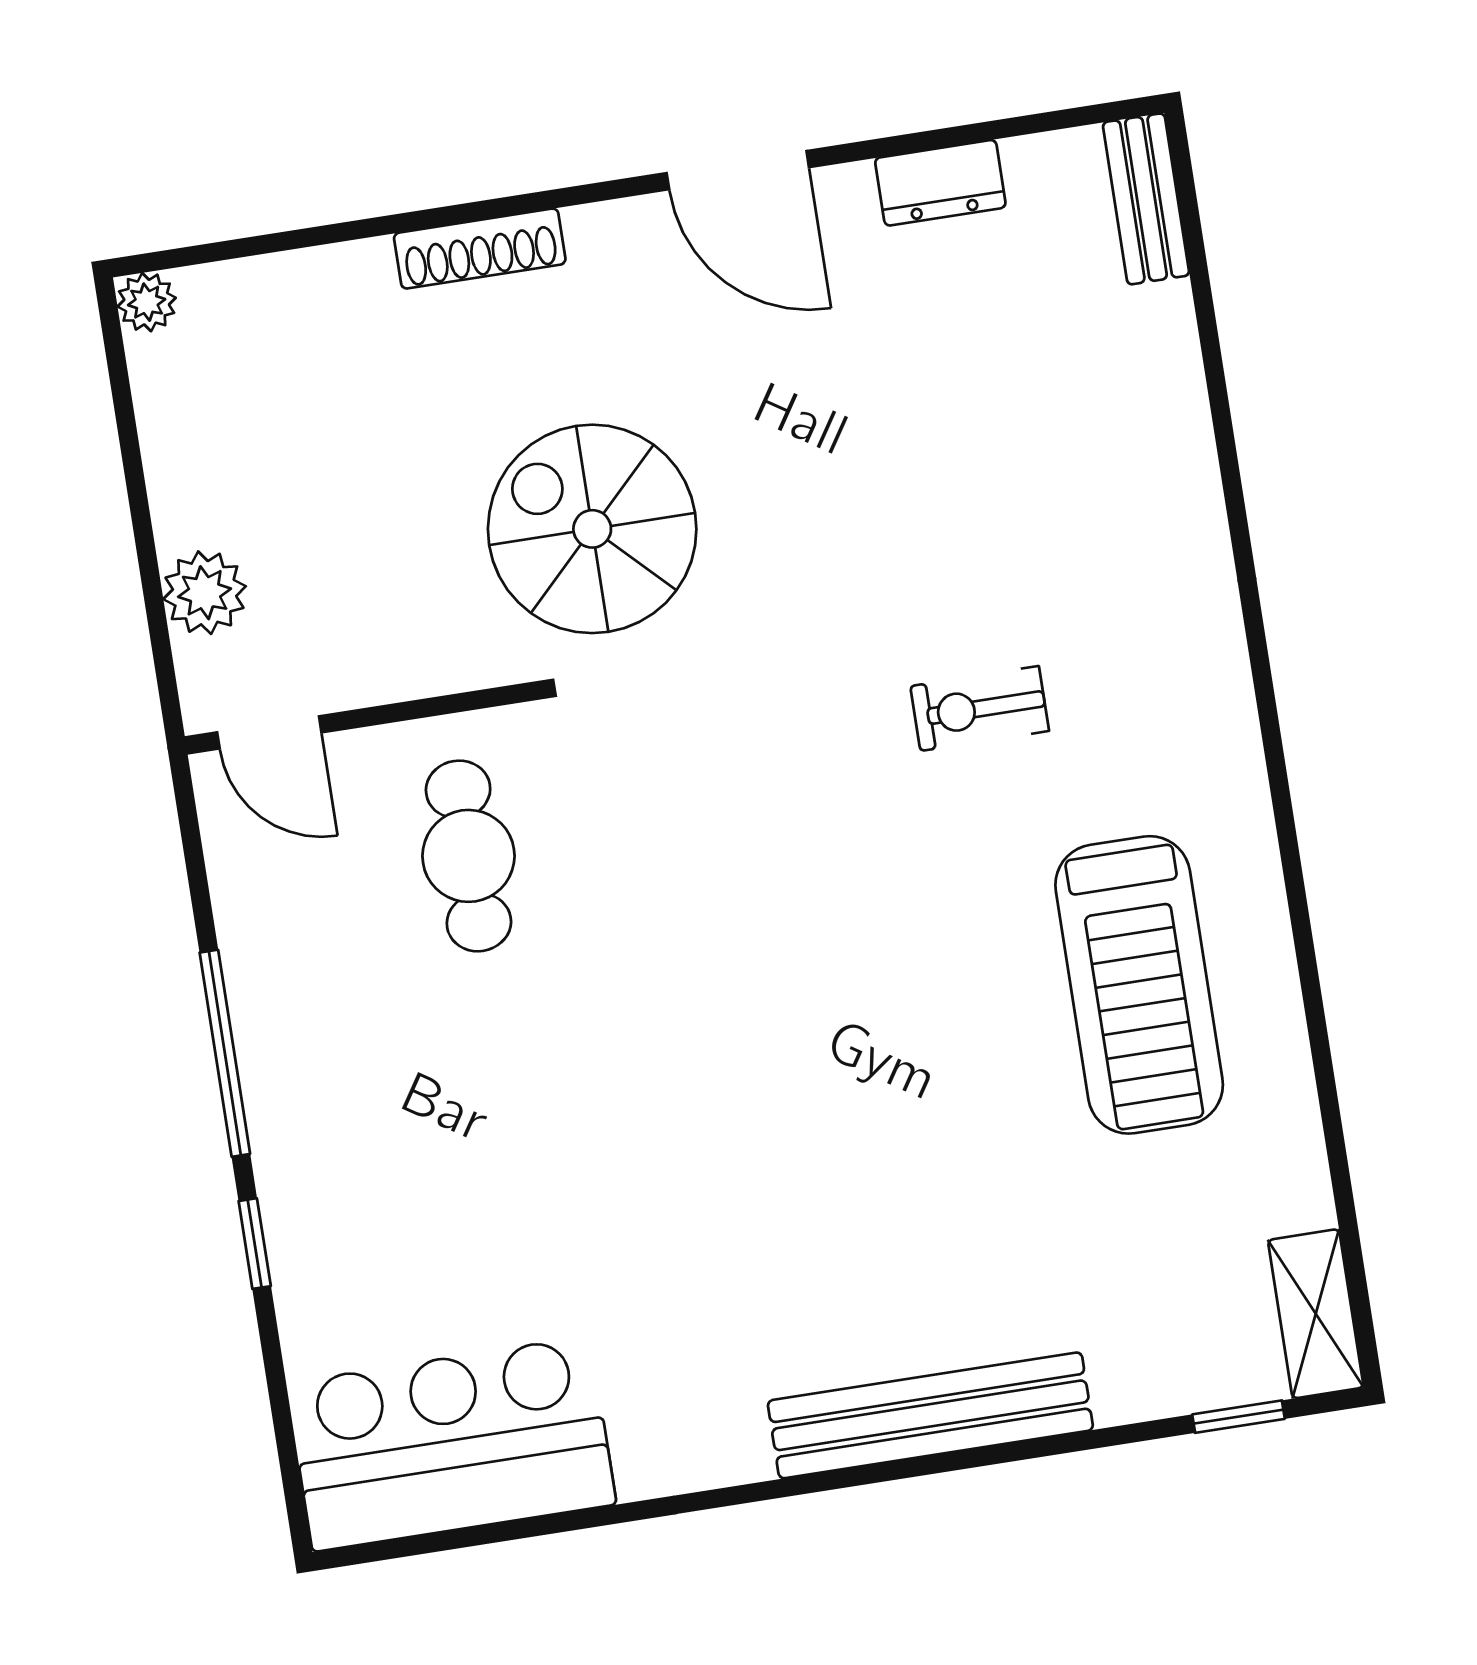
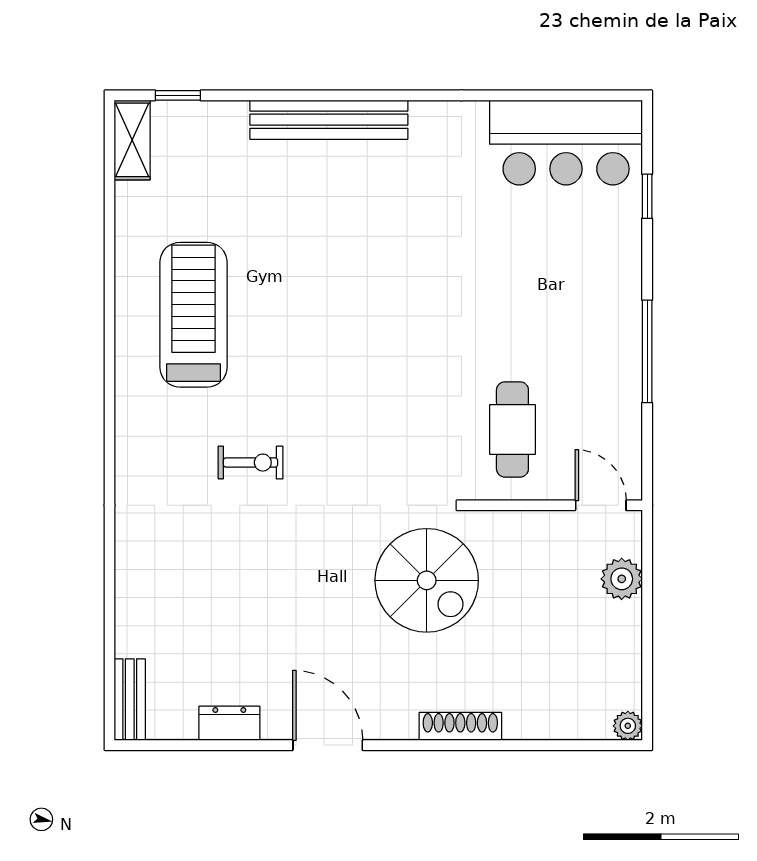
window: (255, 1244) -> (647, 196), moved

